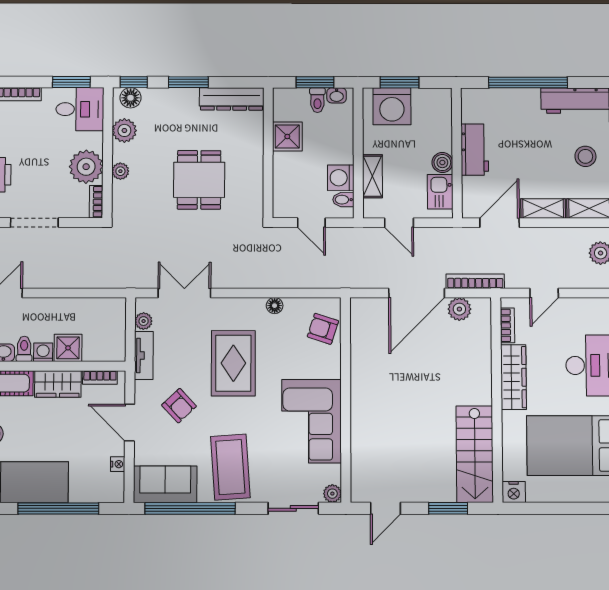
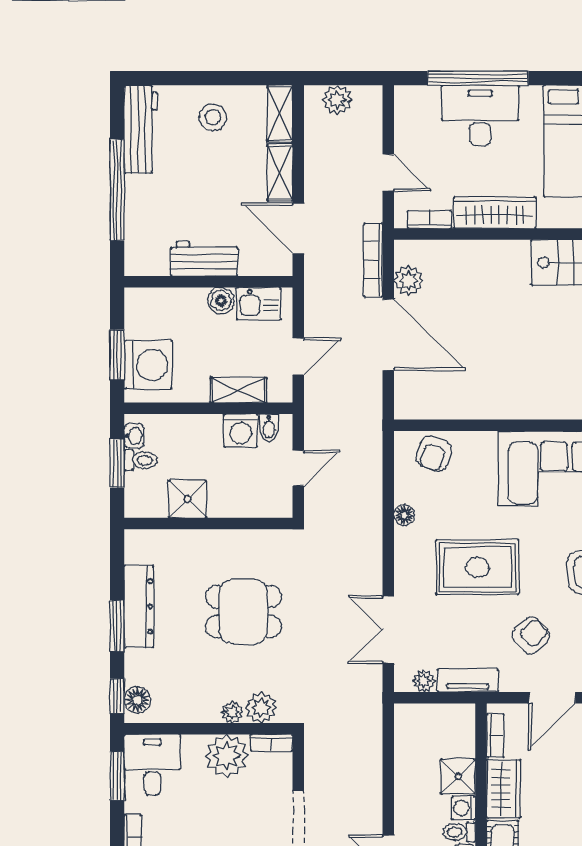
dresser: (232, 99) -> (139, 607), moved
plant: (124, 130) -> (261, 708), moved

